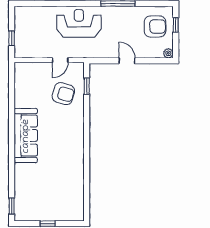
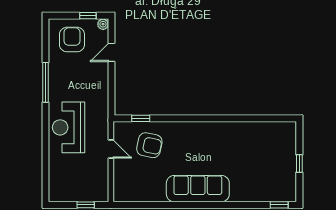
window: (176, 25) -> (88, 16), moved
door: (127, 61) -> (112, 52), moved
armchair: (63, 94) -> (149, 145), turned 86

